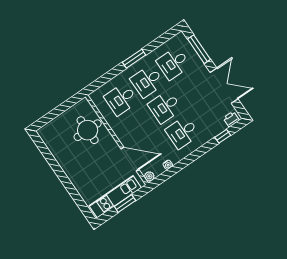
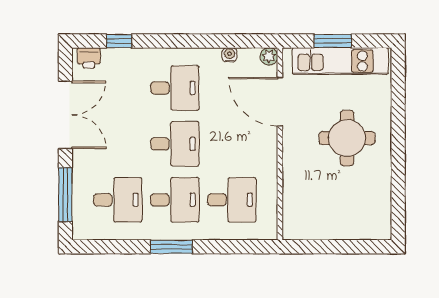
double door: (224, 86) -> (65, 115), swing flipped
round table: (88, 130) -> (347, 138), moved

